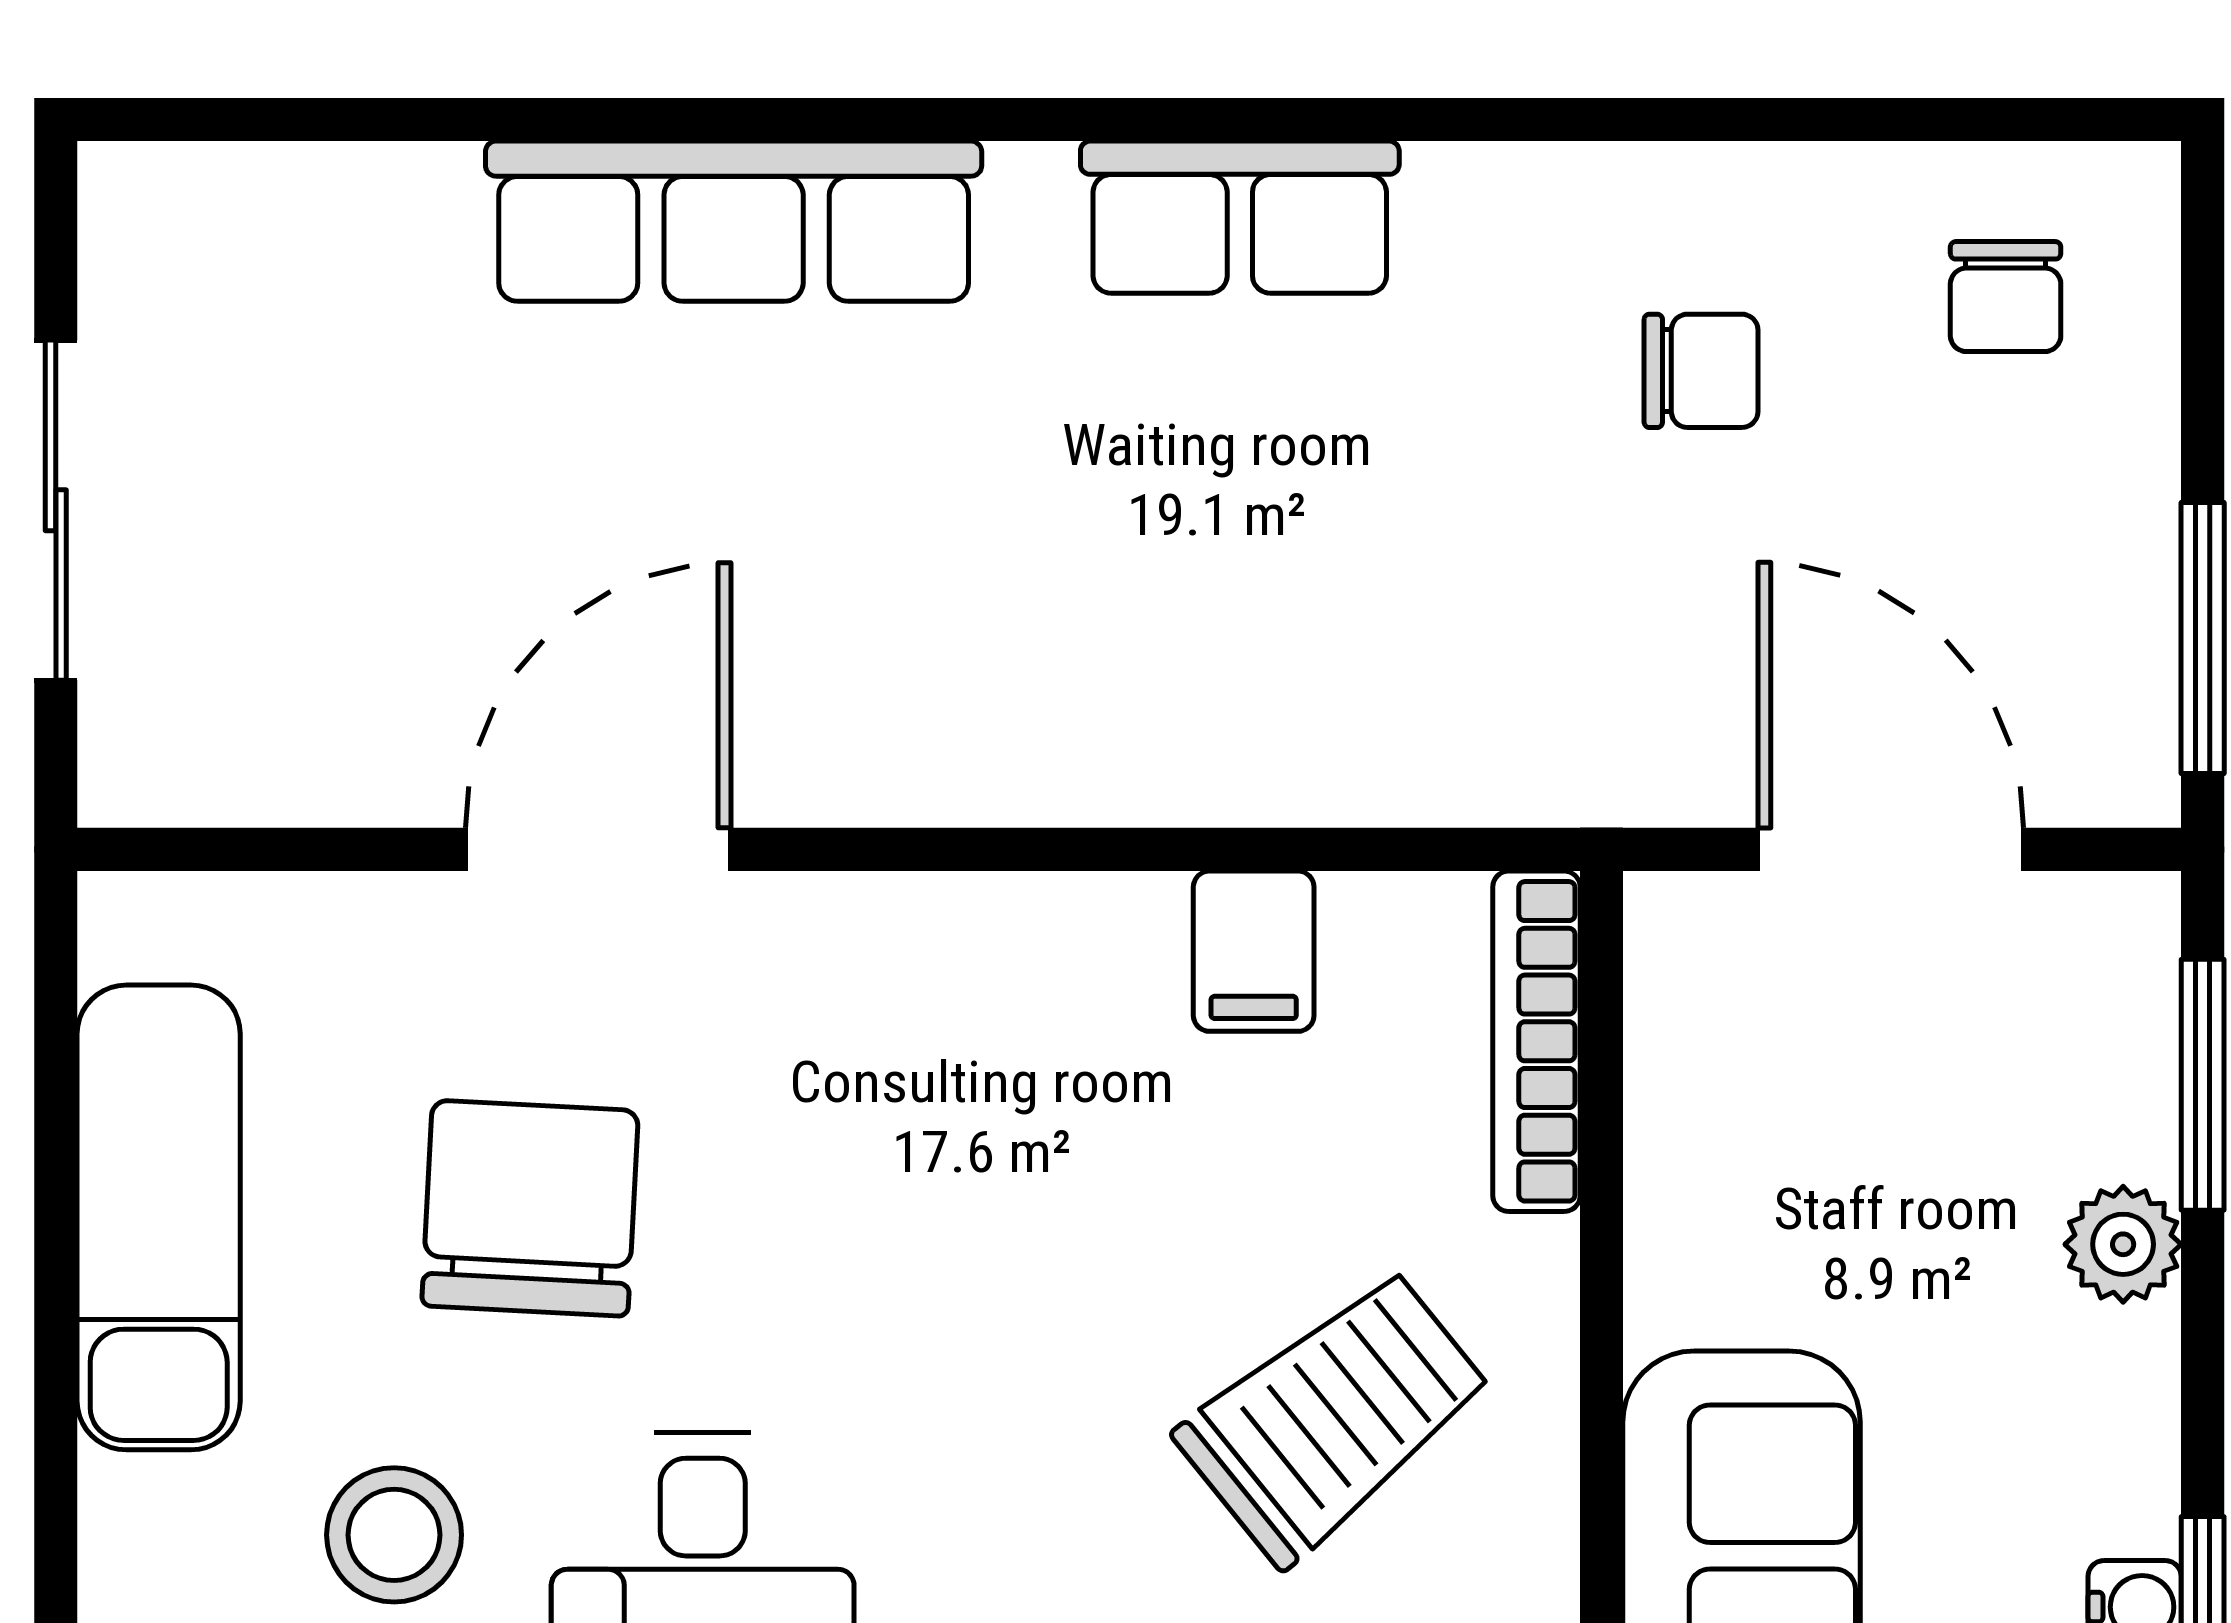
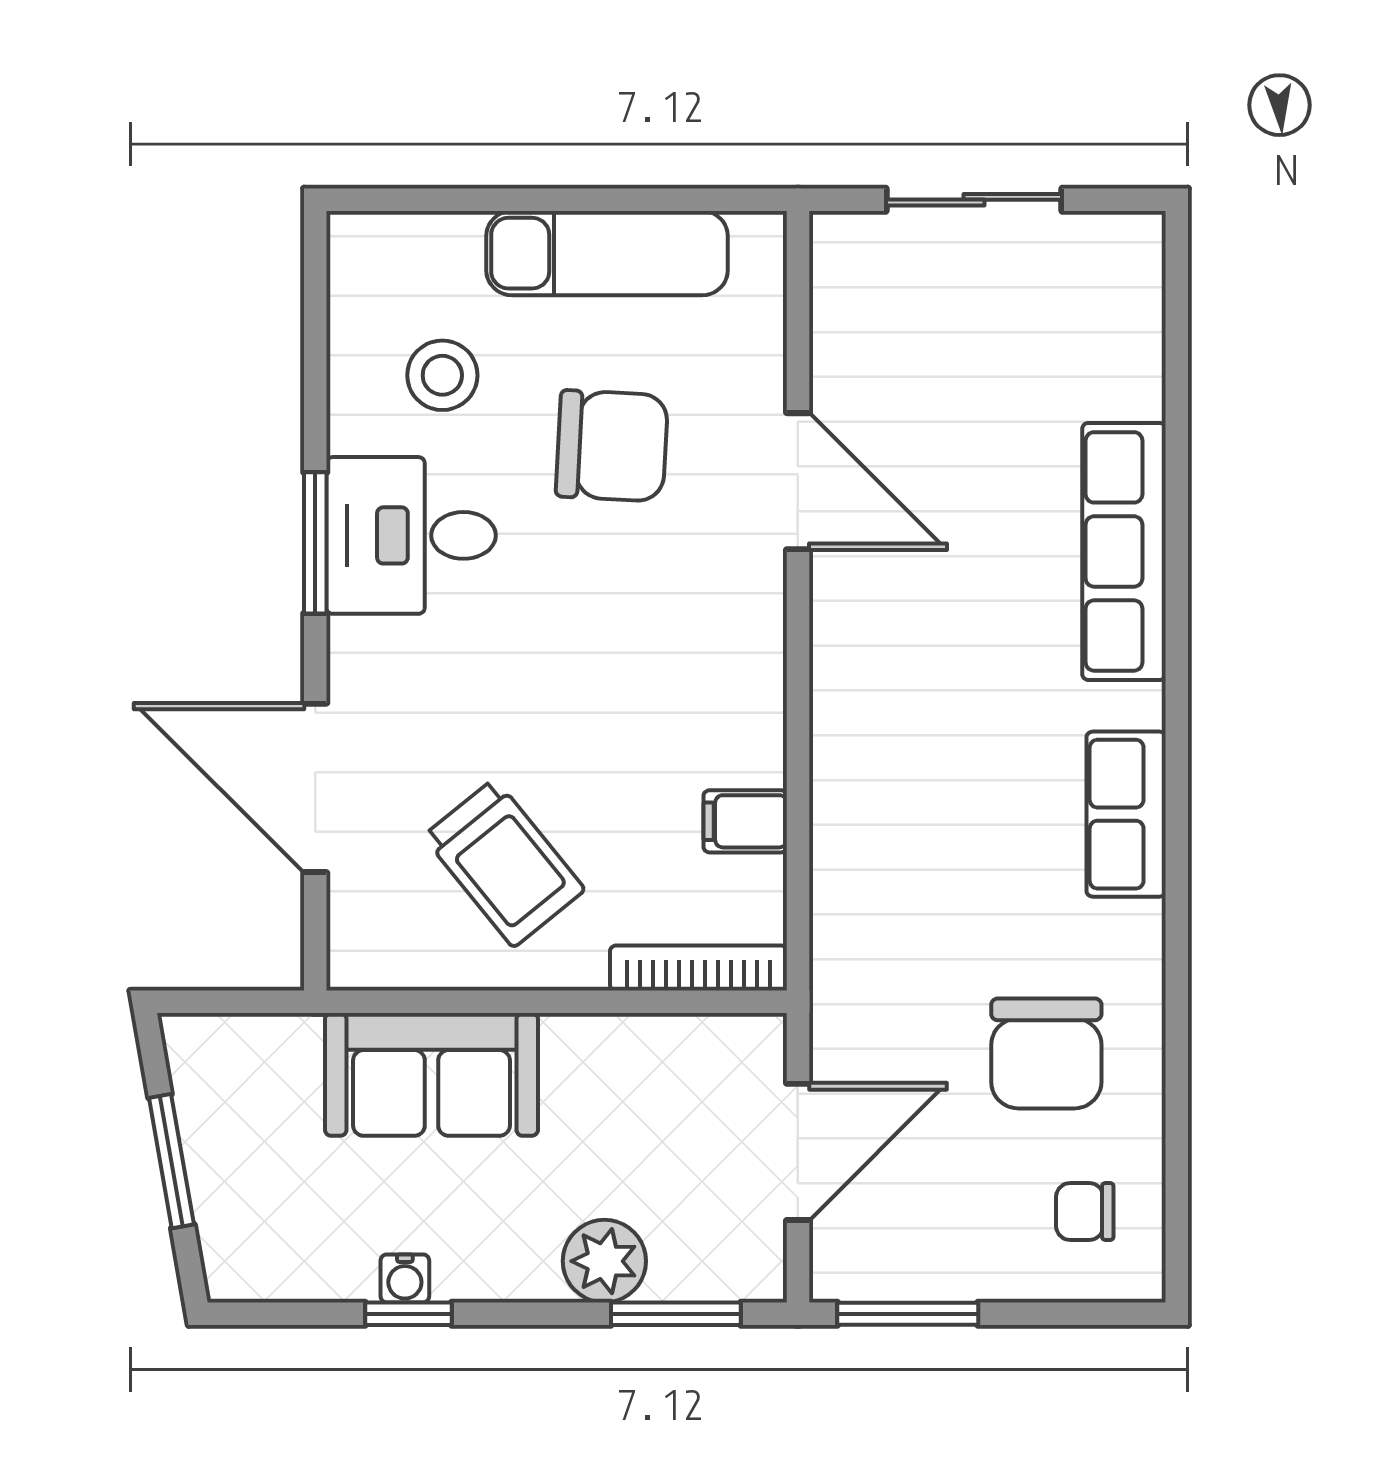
chair: (1701, 371) -> (1046, 1053), width x1.87, depth x1.87
plant: (2123, 1244) -> (604, 1261), width x1.38, depth x1.38

